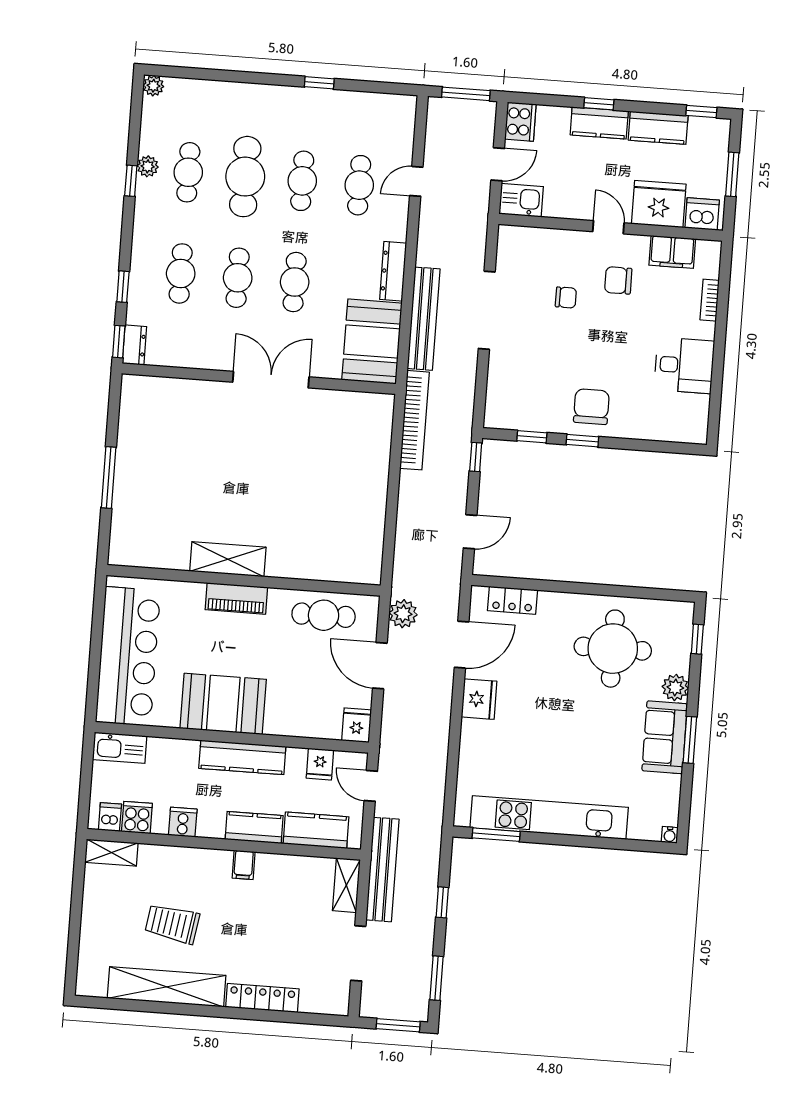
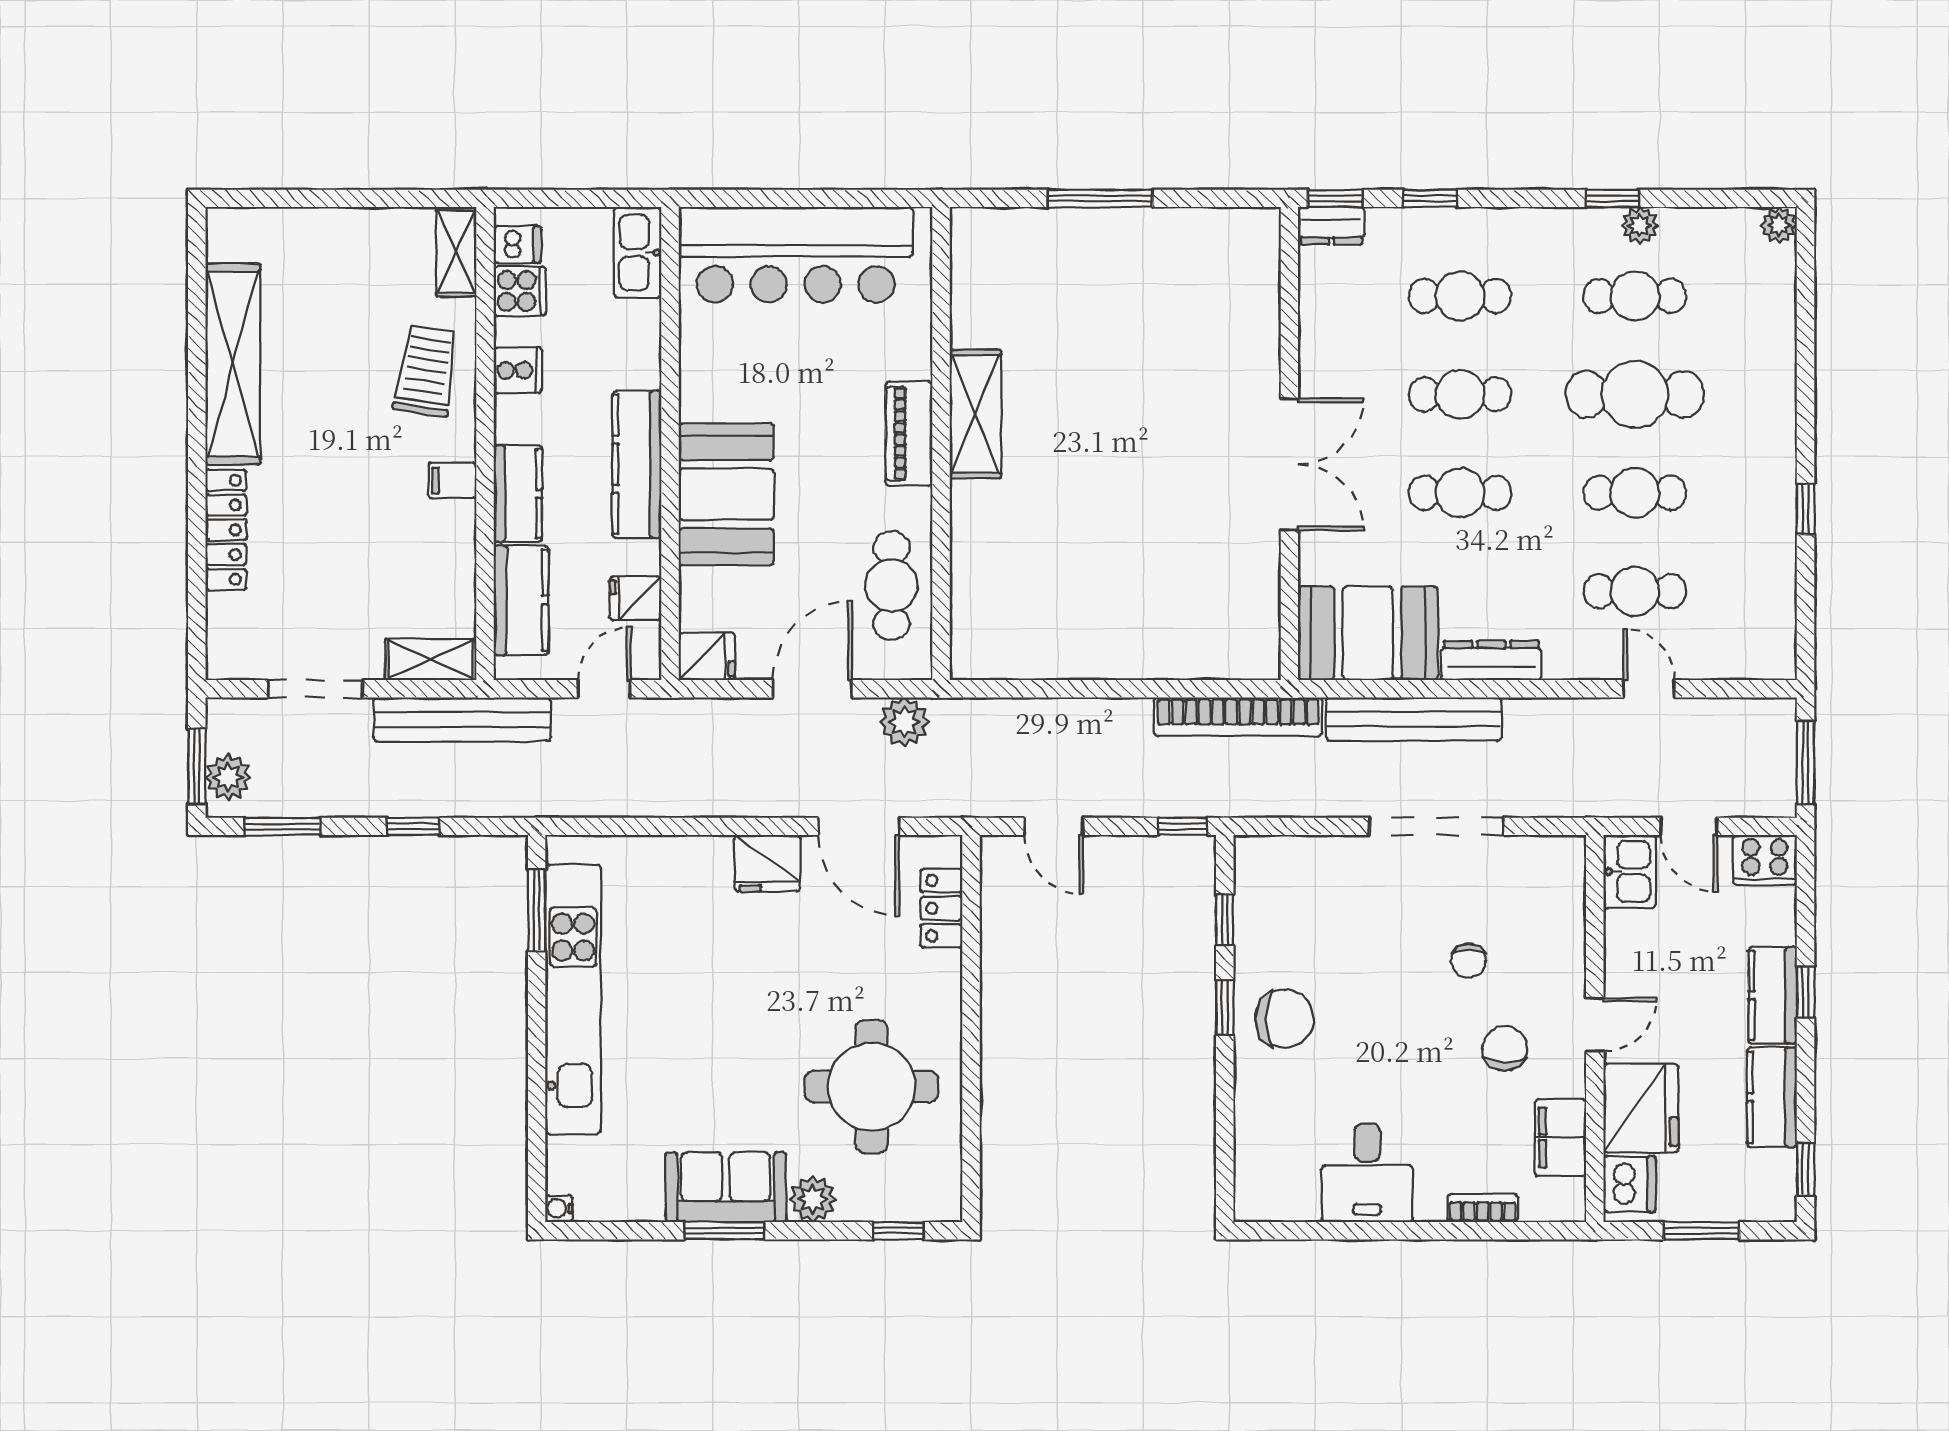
booth: (223, 704) -> (726, 494), moved
trolley: (172, 924) -> (426, 371), moved
plant: (406, 1007) -> (228, 777), added

